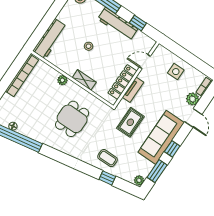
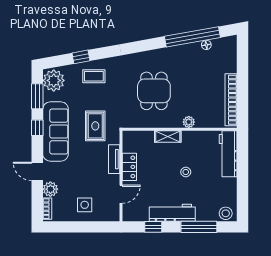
locker: (122, 82) -> (129, 167), width x0.66
plant: (139, 180) -> (54, 80), width x1.88, depth x1.88

